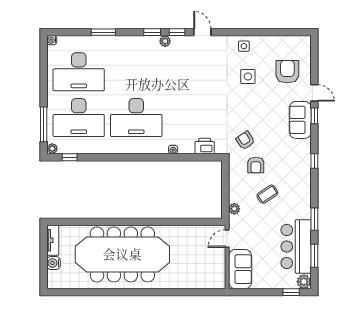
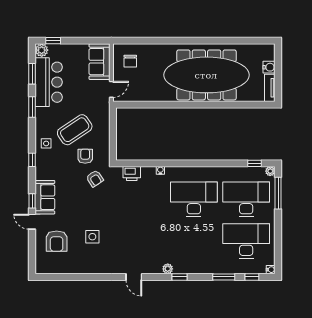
window: (177, 32) -> (252, 277), moved
side table: (244, 46) -> (46, 143), moved
coffee table: (267, 194) -> (75, 130), width x1.86, depth x1.72
plant: (234, 209) -> (105, 116), removed
chair: (206, 270) -> (130, 61), added

